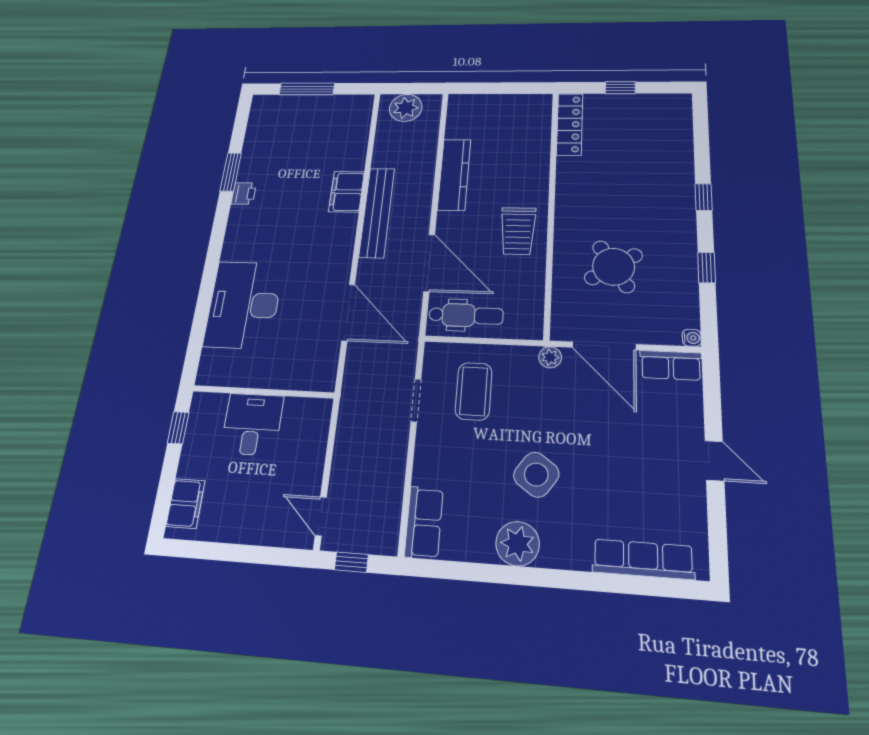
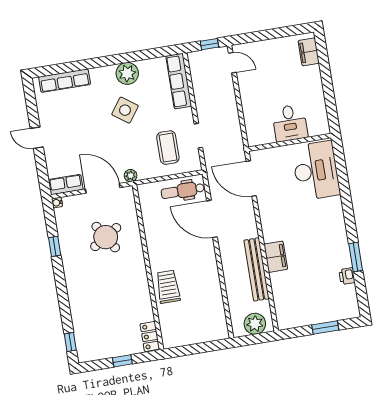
window: (307, 89) -> (325, 328), width x0.69
locker: (570, 124) -> (150, 336), width x0.66
kitchen counter: (454, 175) -> (212, 281), removed
printer: (244, 193) -> (347, 276), moved
window: (704, 197) -> (70, 342), moved
bench: (377, 212) -> (256, 269), moved
trolley: (518, 231) -> (168, 287), moved
wall: (263, 392) -> (290, 142), moved
desk: (252, 424) -> (290, 123), moved
window: (178, 428) -> (328, 91), removed
row of seats: (424, 522) -> (179, 81), width x1.48

